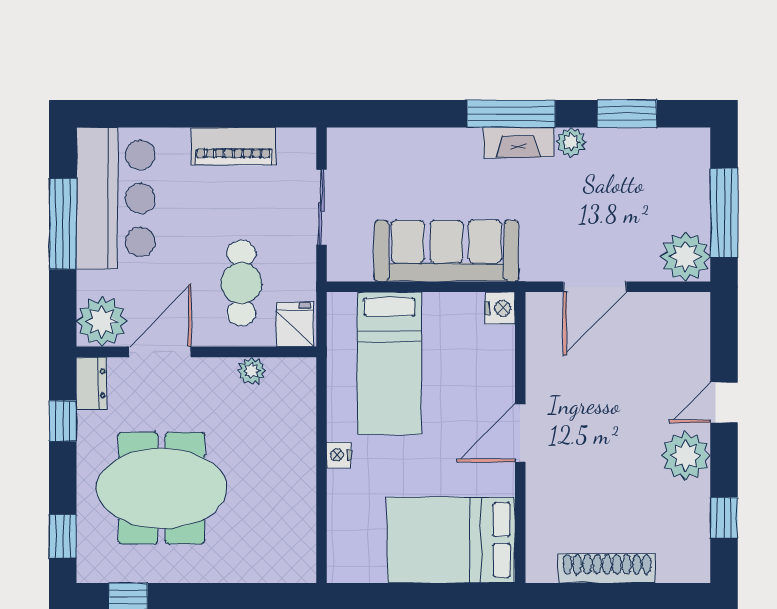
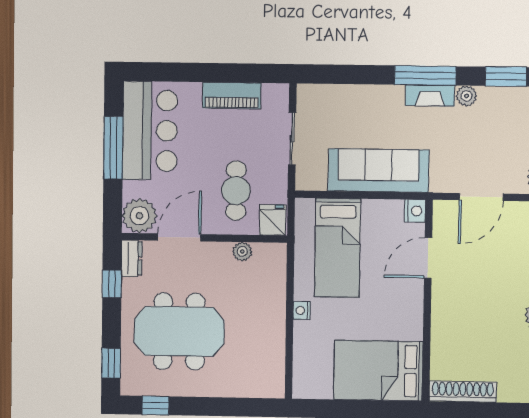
door: (520, 433) -> (428, 258), moved
shoe rack: (607, 568) -> (463, 391), moved

